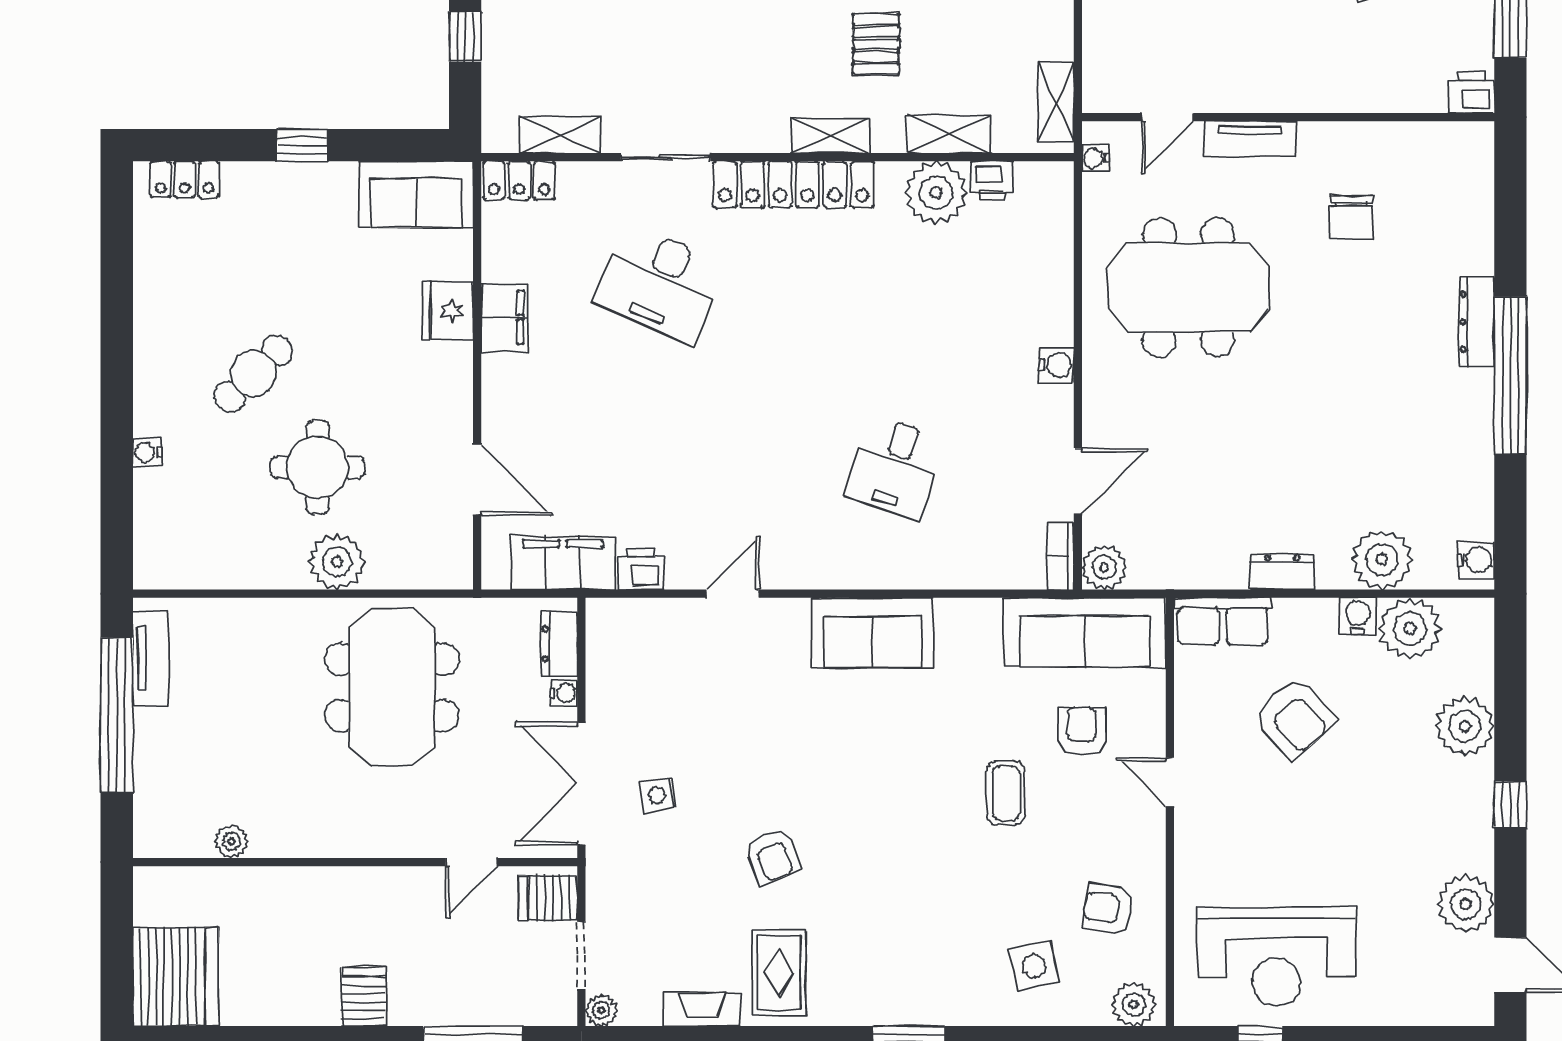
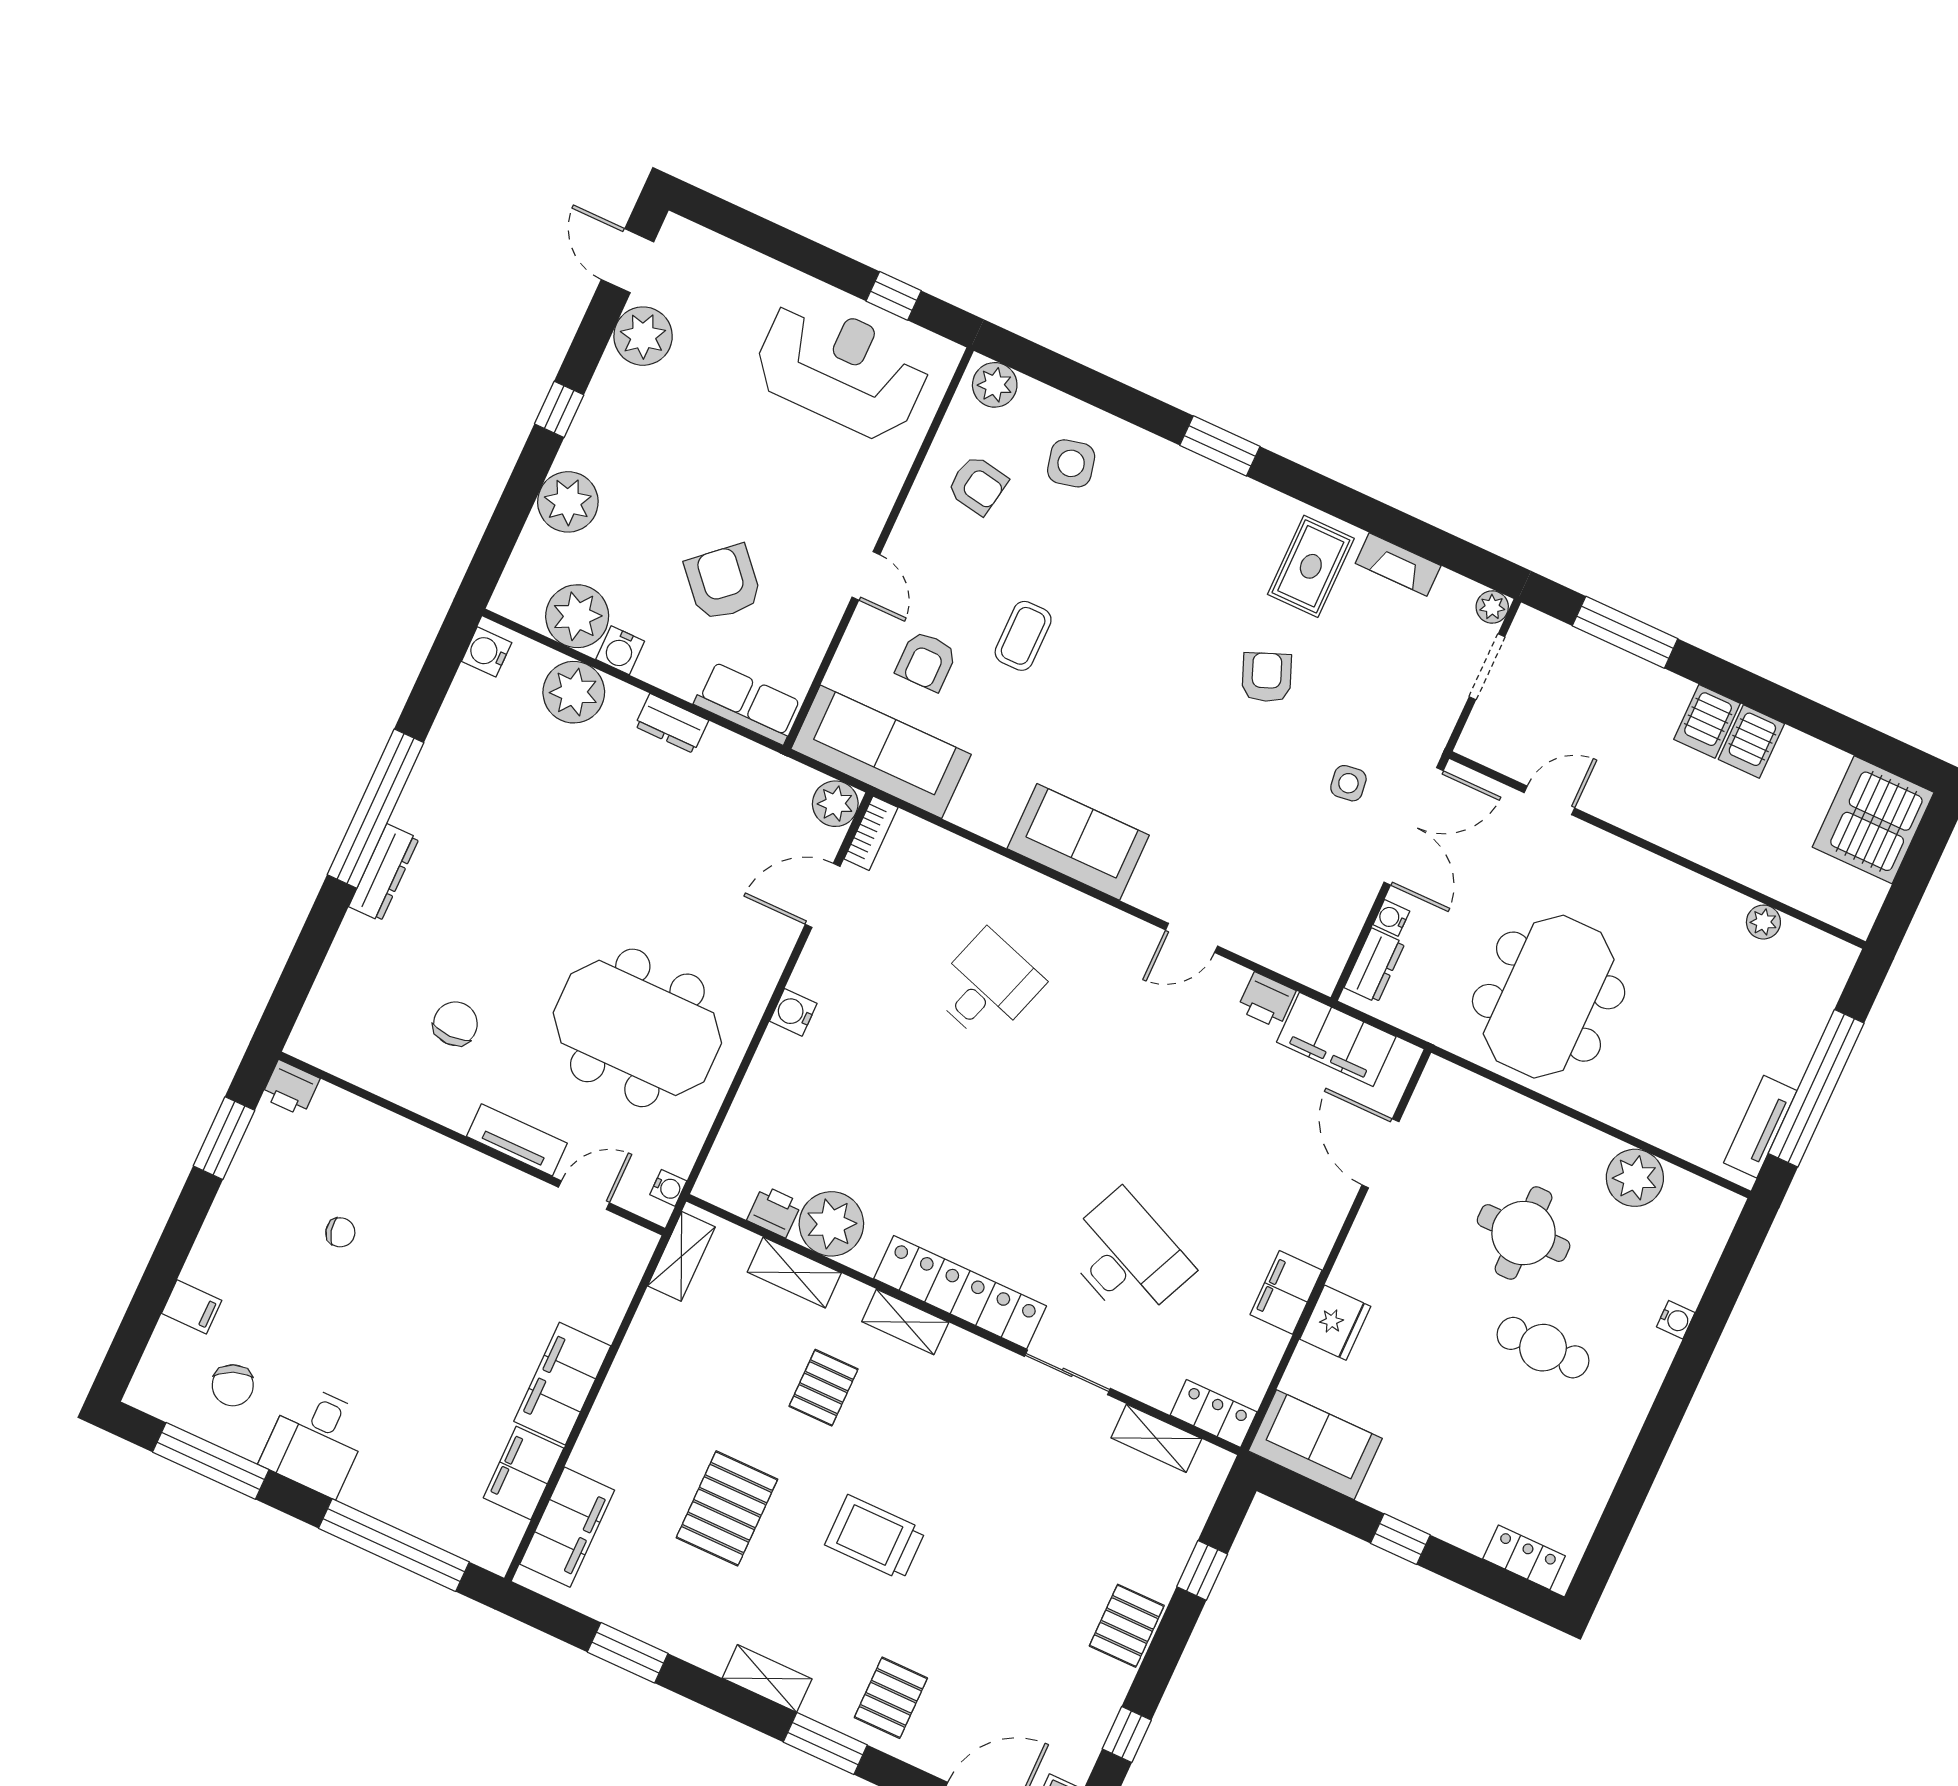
cafe table: (253, 373) -> (1543, 1348), turned 44
plant: (337, 562) -> (1635, 1178), moved
server rack: (548, 898) -> (1751, 741), moved, turned 90

